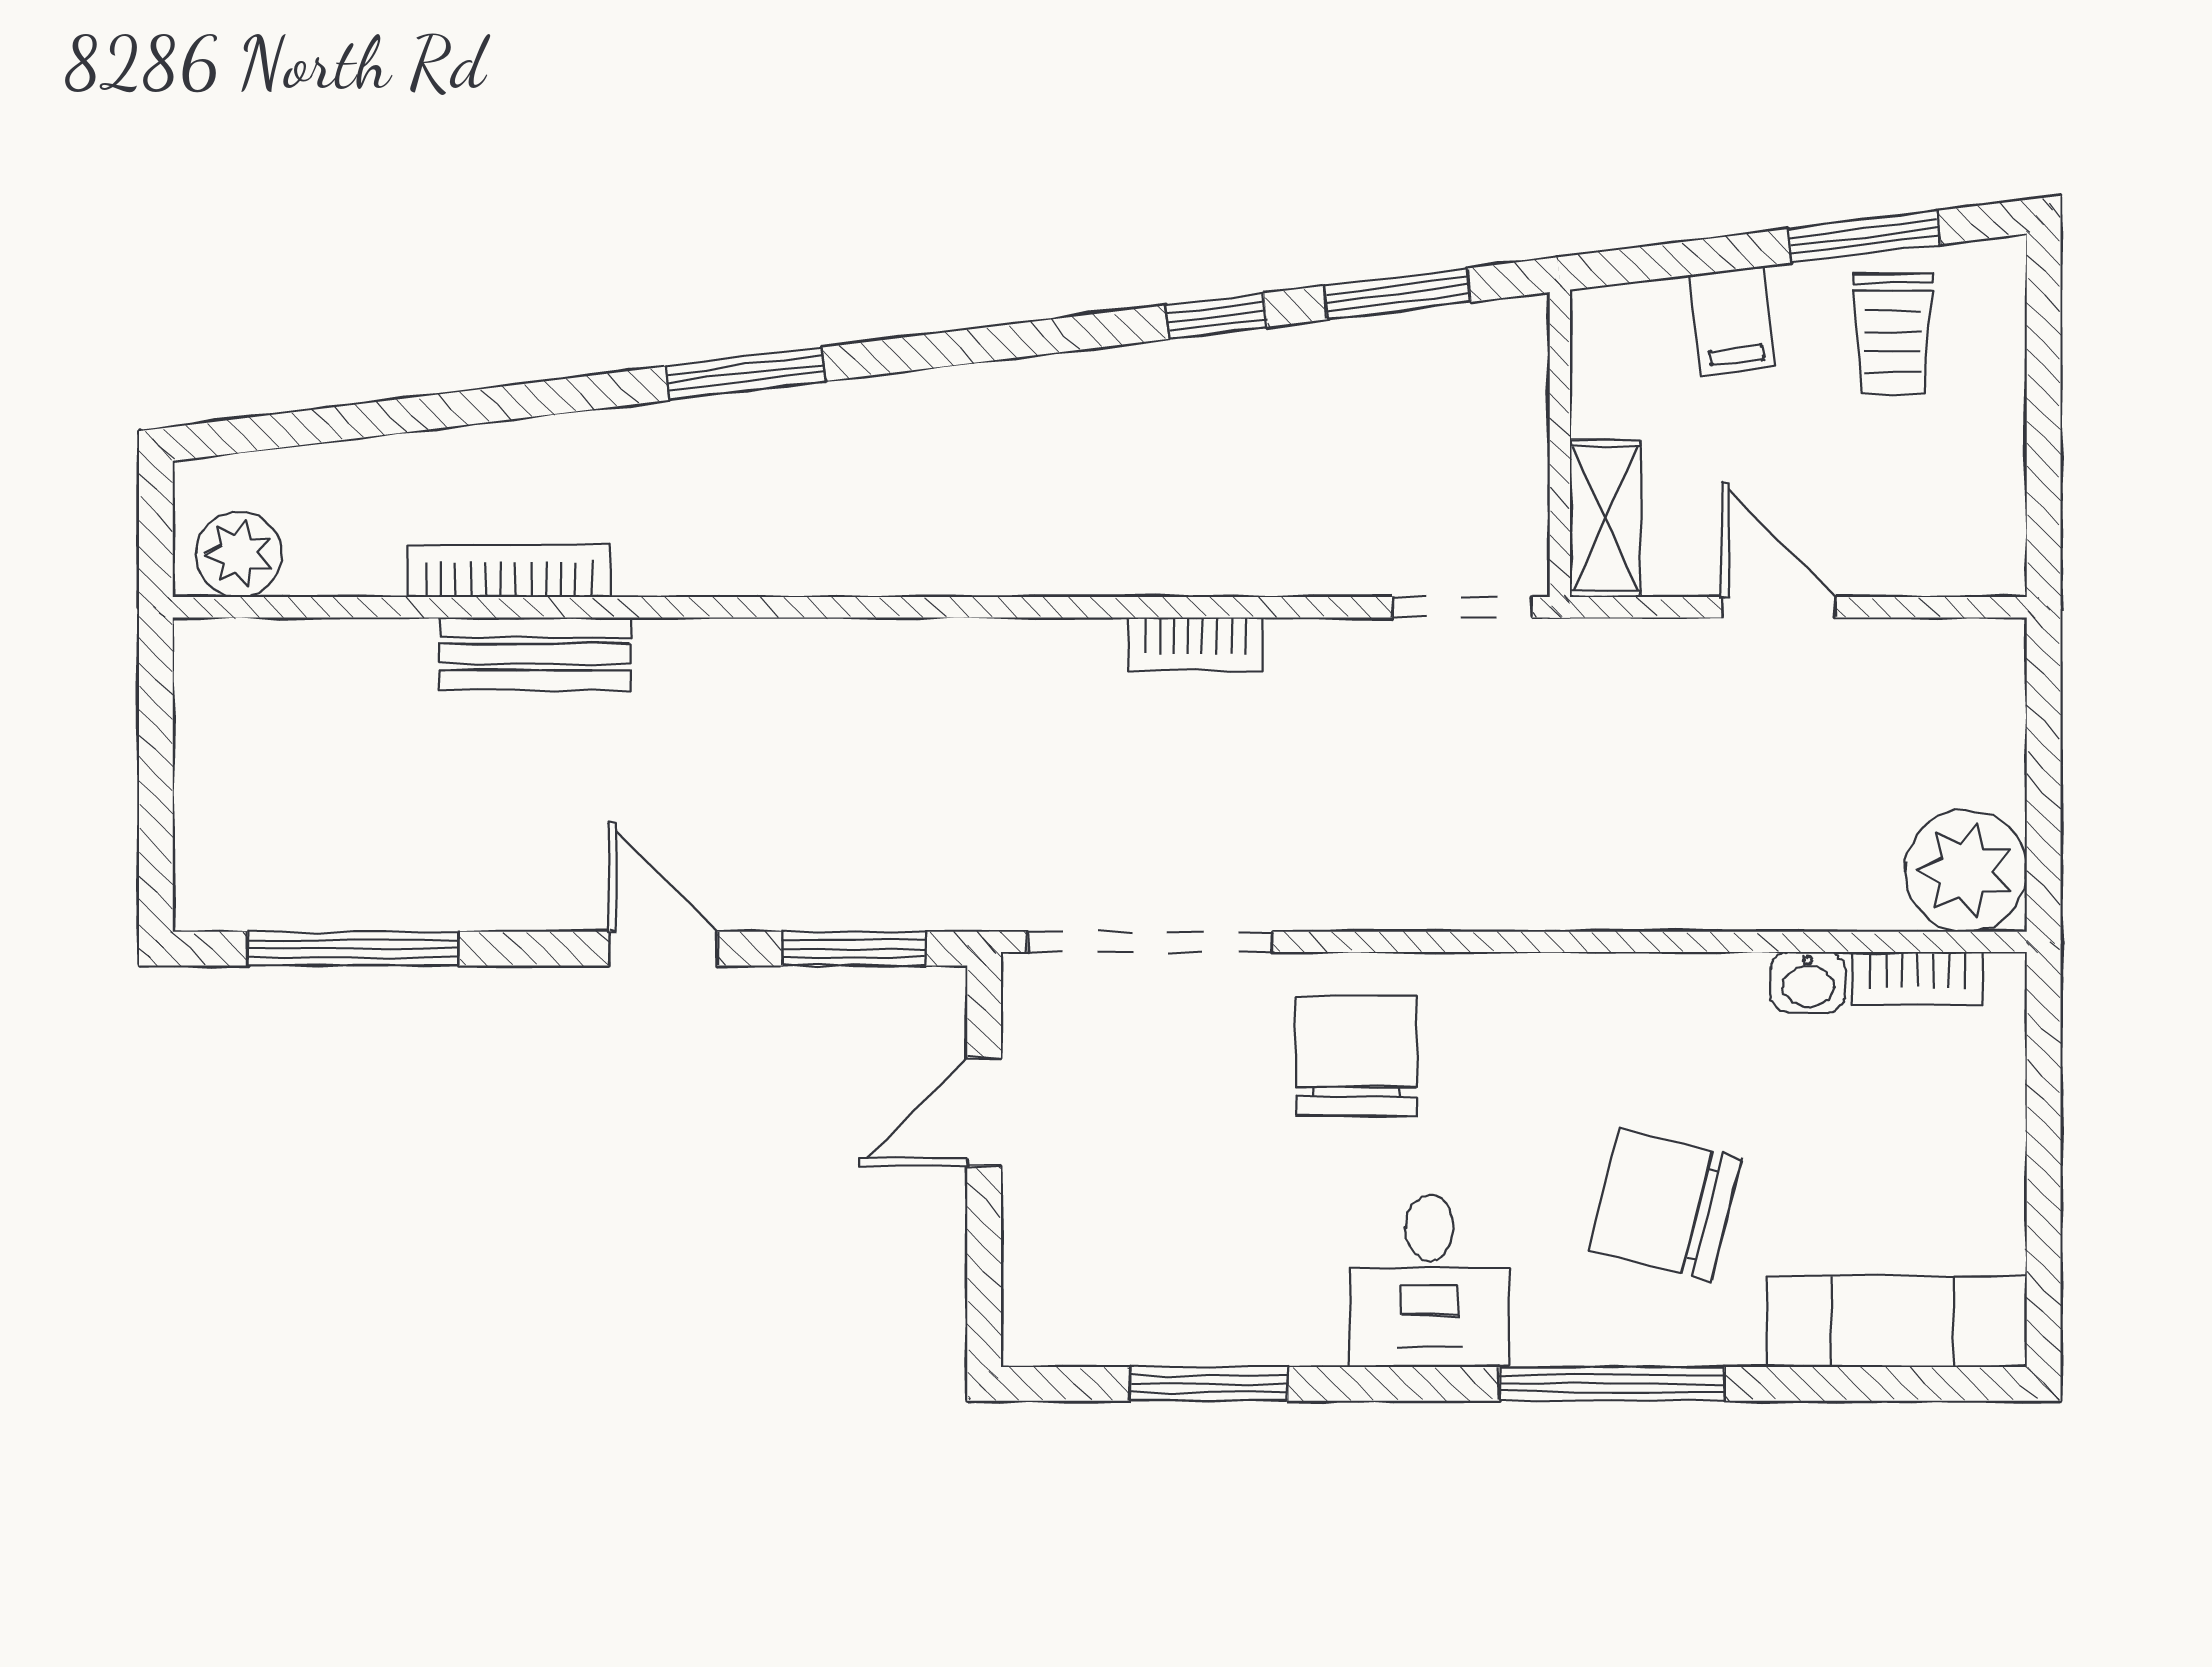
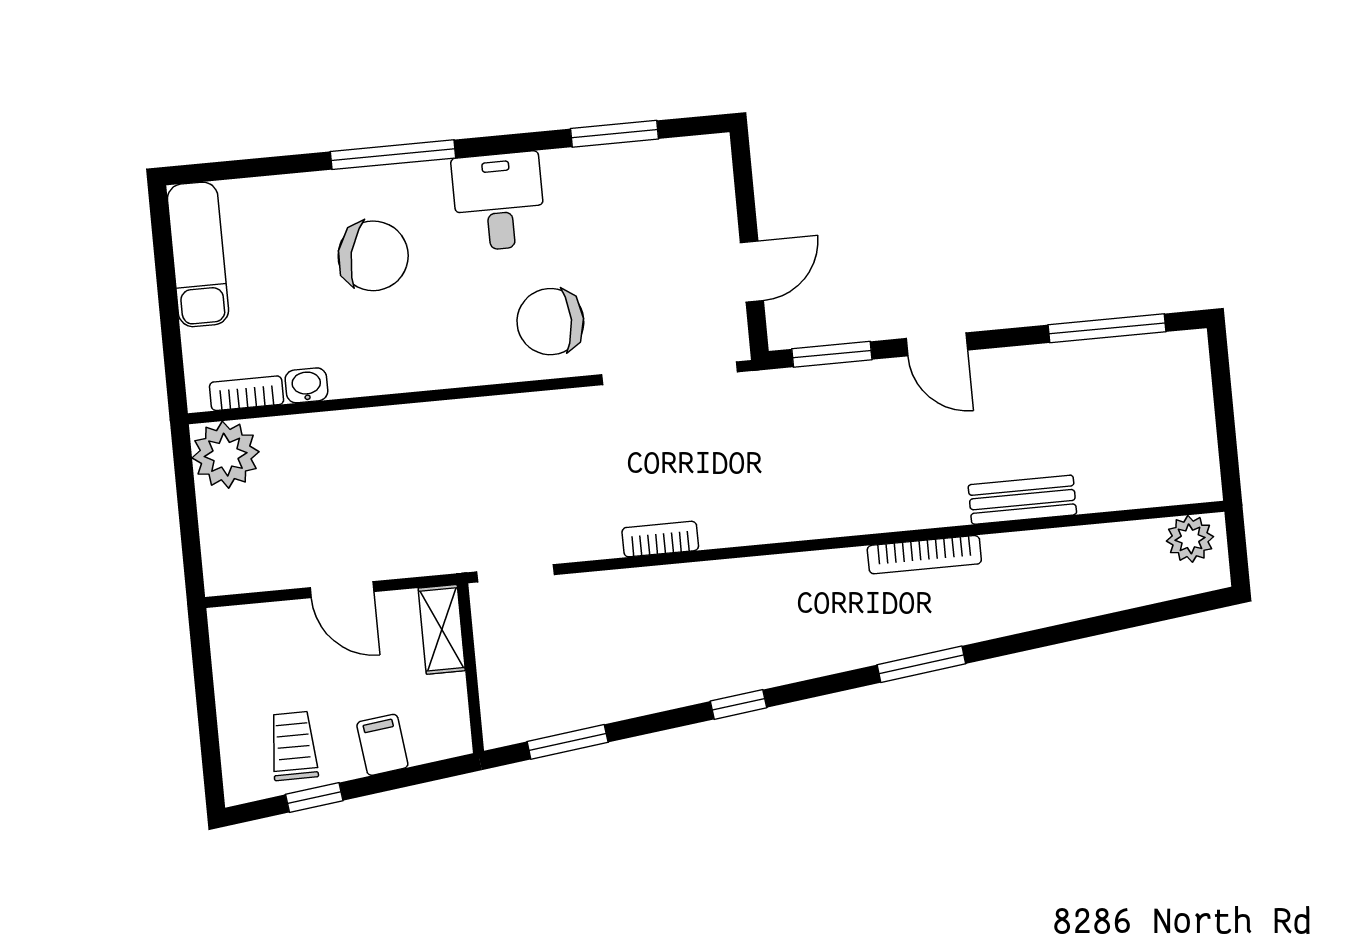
window: (1864, 237) -> (314, 798), width x0.67
window: (1217, 316) -> (738, 704), moved
bookcase: (509, 571) -> (924, 555), moved
chair: (1357, 1056) -> (550, 322), turned 90
exam couch: (1897, 1321) -> (198, 254), moved, turned -90

